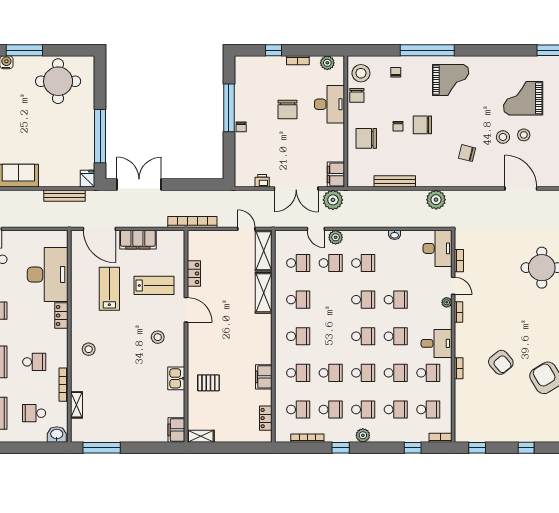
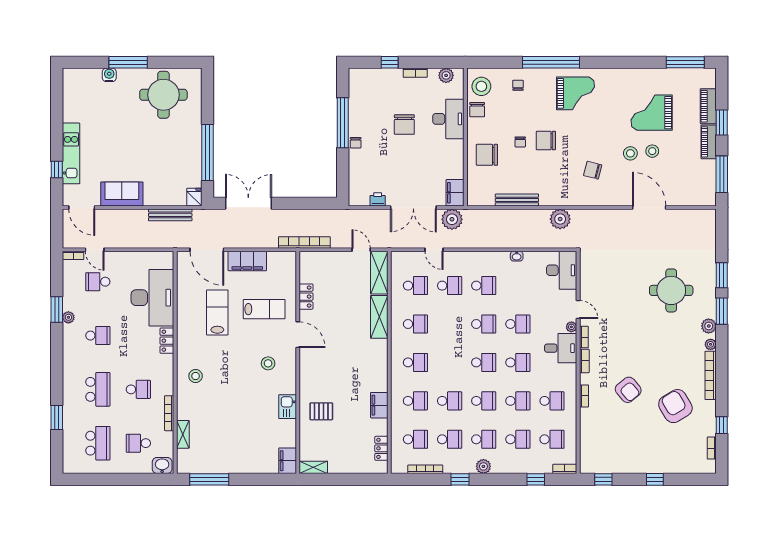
plant: (336, 237) -> (455, 259), removed
bookcase: (459, 261) -> (584, 361), moved
desk: (437, 343) -> (561, 348), moved

